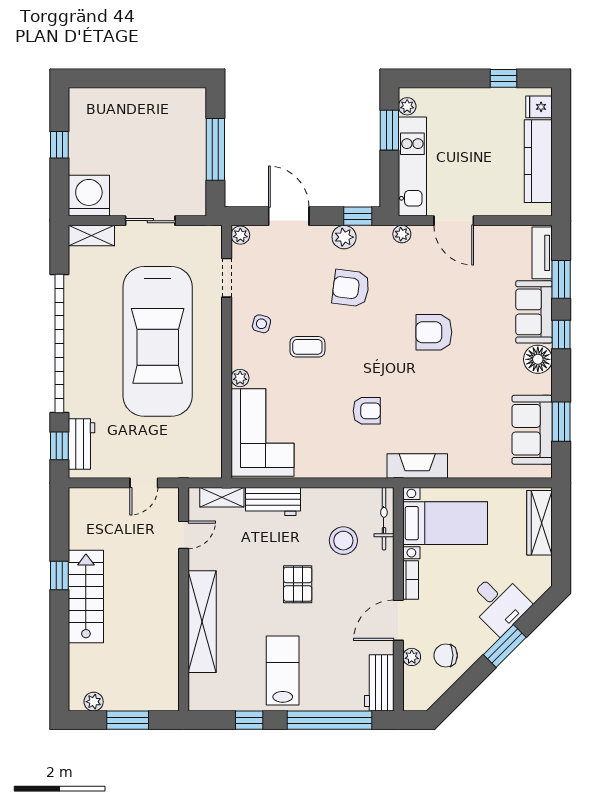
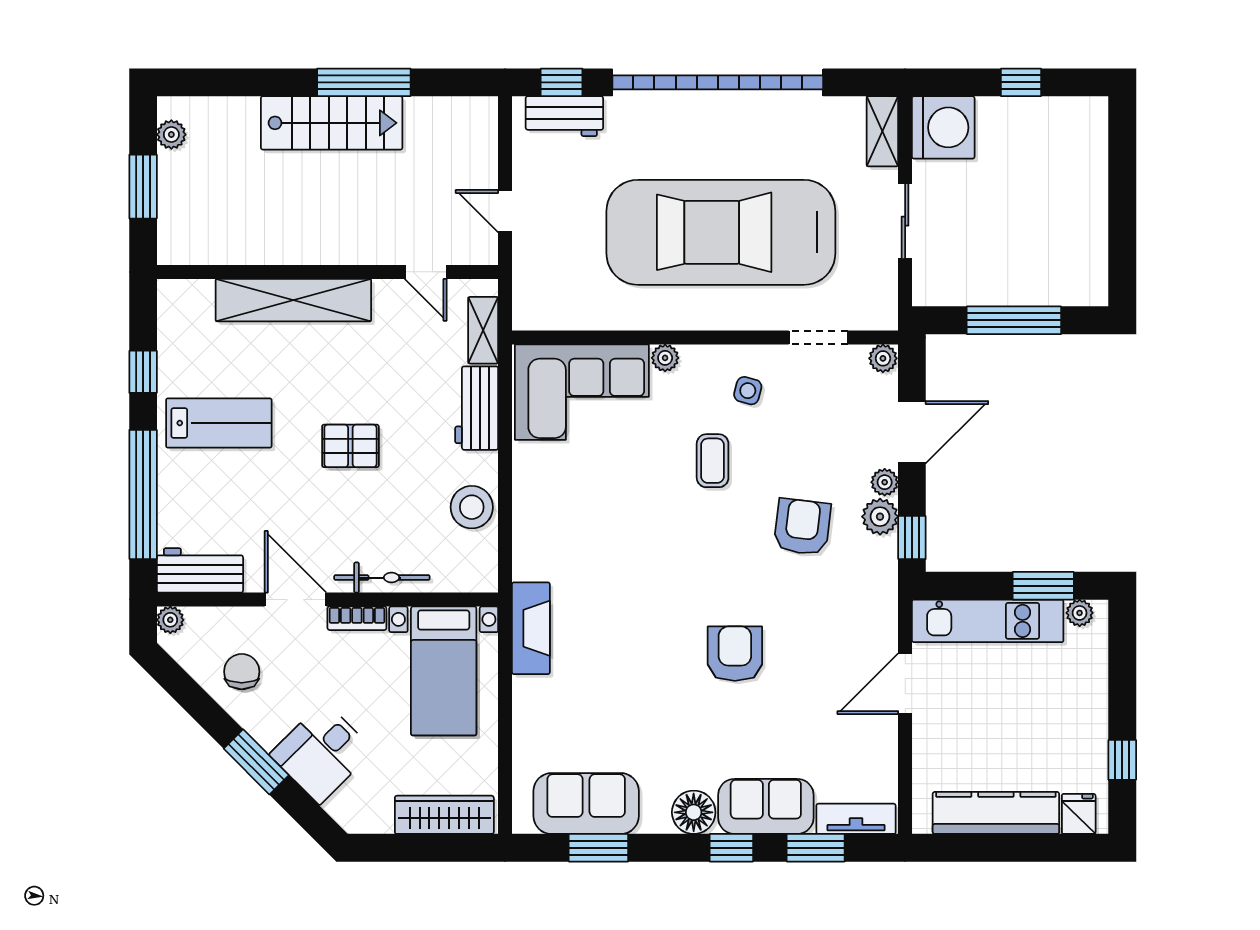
plant: (402, 234) -> (885, 482), moved
armchair: (367, 411) -> (615, 551), removed
bicycle: (384, 519) -> (382, 578), moved
stool: (343, 541) -> (472, 507), moved
window: (59, 575) -> (364, 82), width x2.17
plant: (412, 657) -> (170, 620), moved

